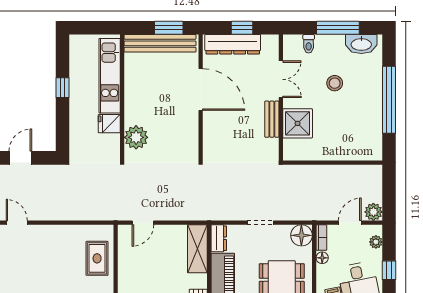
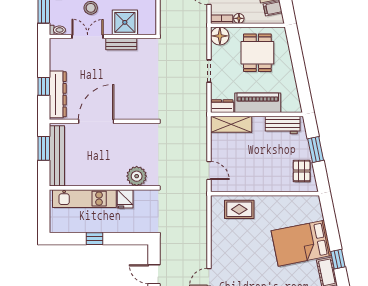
double door: (281, 79) -> (88, 37), moved
wall: (281, 97) -> (103, 37), moved
bench: (272, 119) -> (121, 44), moved
shower: (298, 123) -> (125, 22), moved

